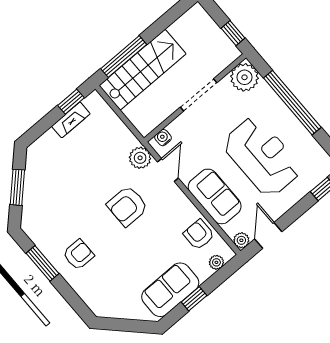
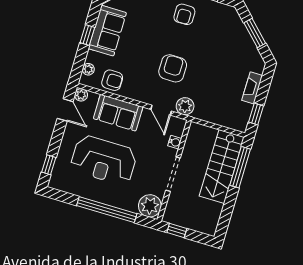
fireplace: (71, 120) -> (252, 88), moved
water cooler: (163, 138) -> (175, 142), moved

